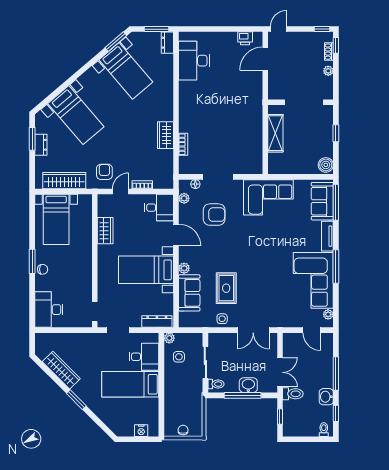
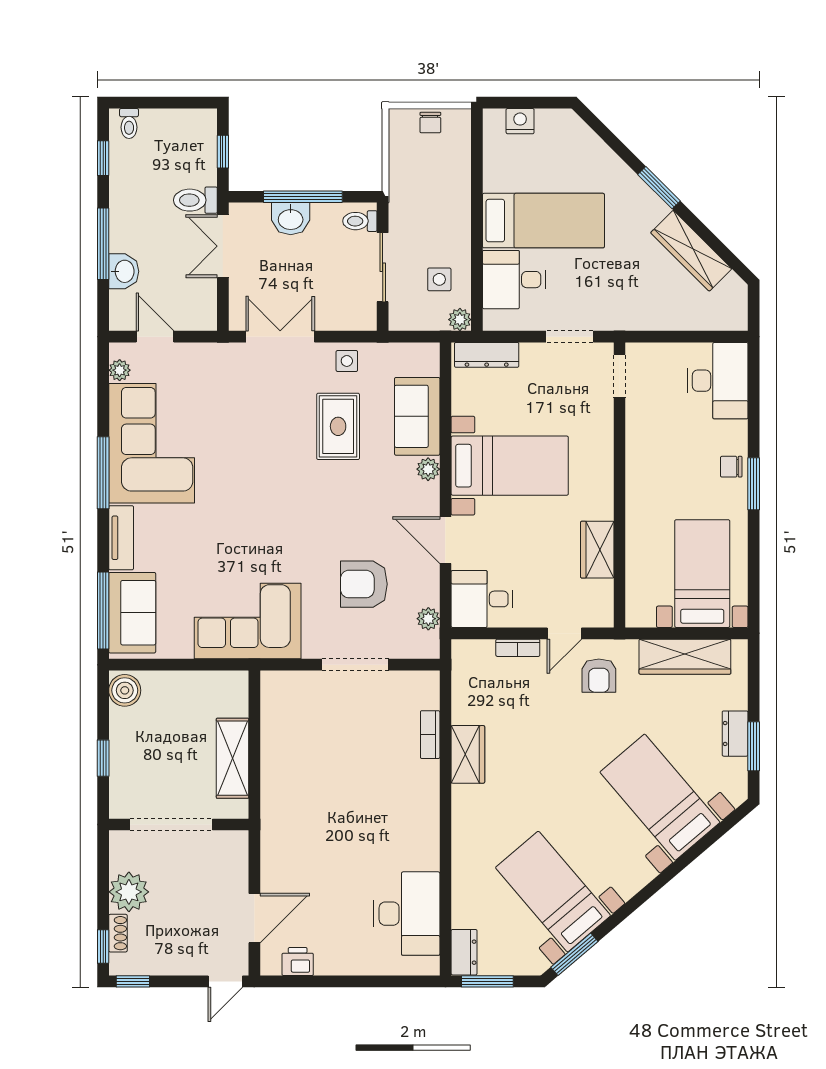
plant: (328, 71) -> (129, 892), width x1.88, depth x1.88
floor lamp: (195, 184) -> (404, 649), removed
washbasin: (326, 397) -> (124, 271), moved

